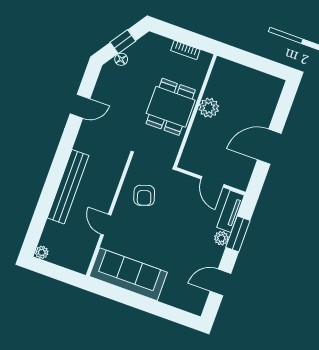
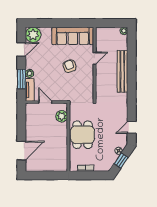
door: (80, 106) -> (132, 127), moved
plant: (209, 108) -> (62, 116), moved
door: (269, 147) -> (21, 151), moved
armchair: (144, 195) -> (70, 66), moved
door: (106, 225) -> (95, 58), hinge flipped
plant: (193, 299) -> (33, 35), added

